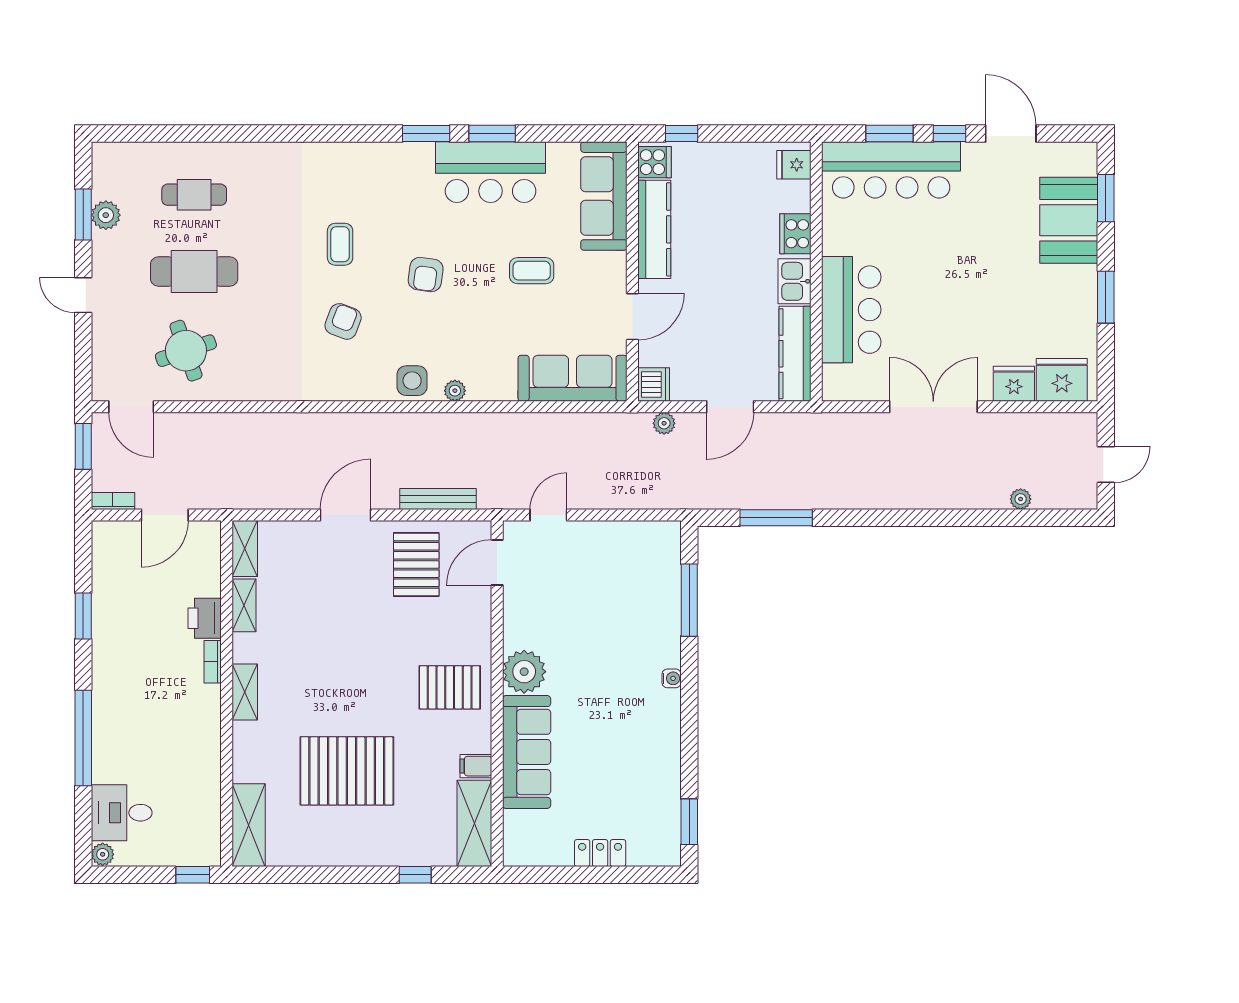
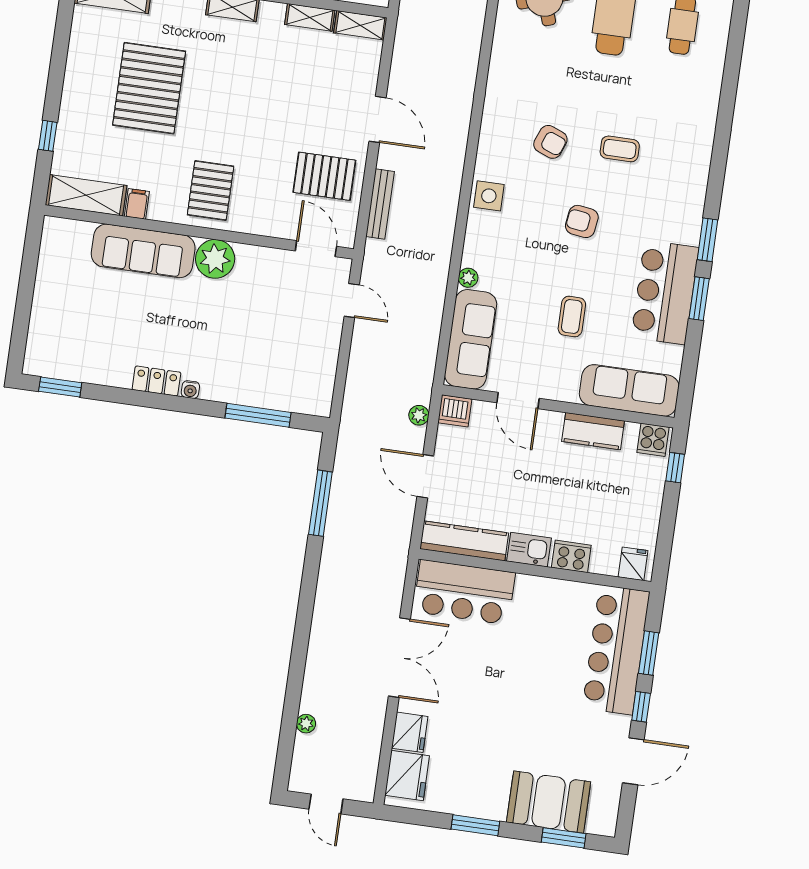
kitchen counter: (654, 229) -> (593, 431), width x0.67
bar counter: (851, 310) -> (464, 592), moved
plant: (455, 391) -> (468, 278), moved
locker: (600, 853) -> (156, 381), moved, turned -90

